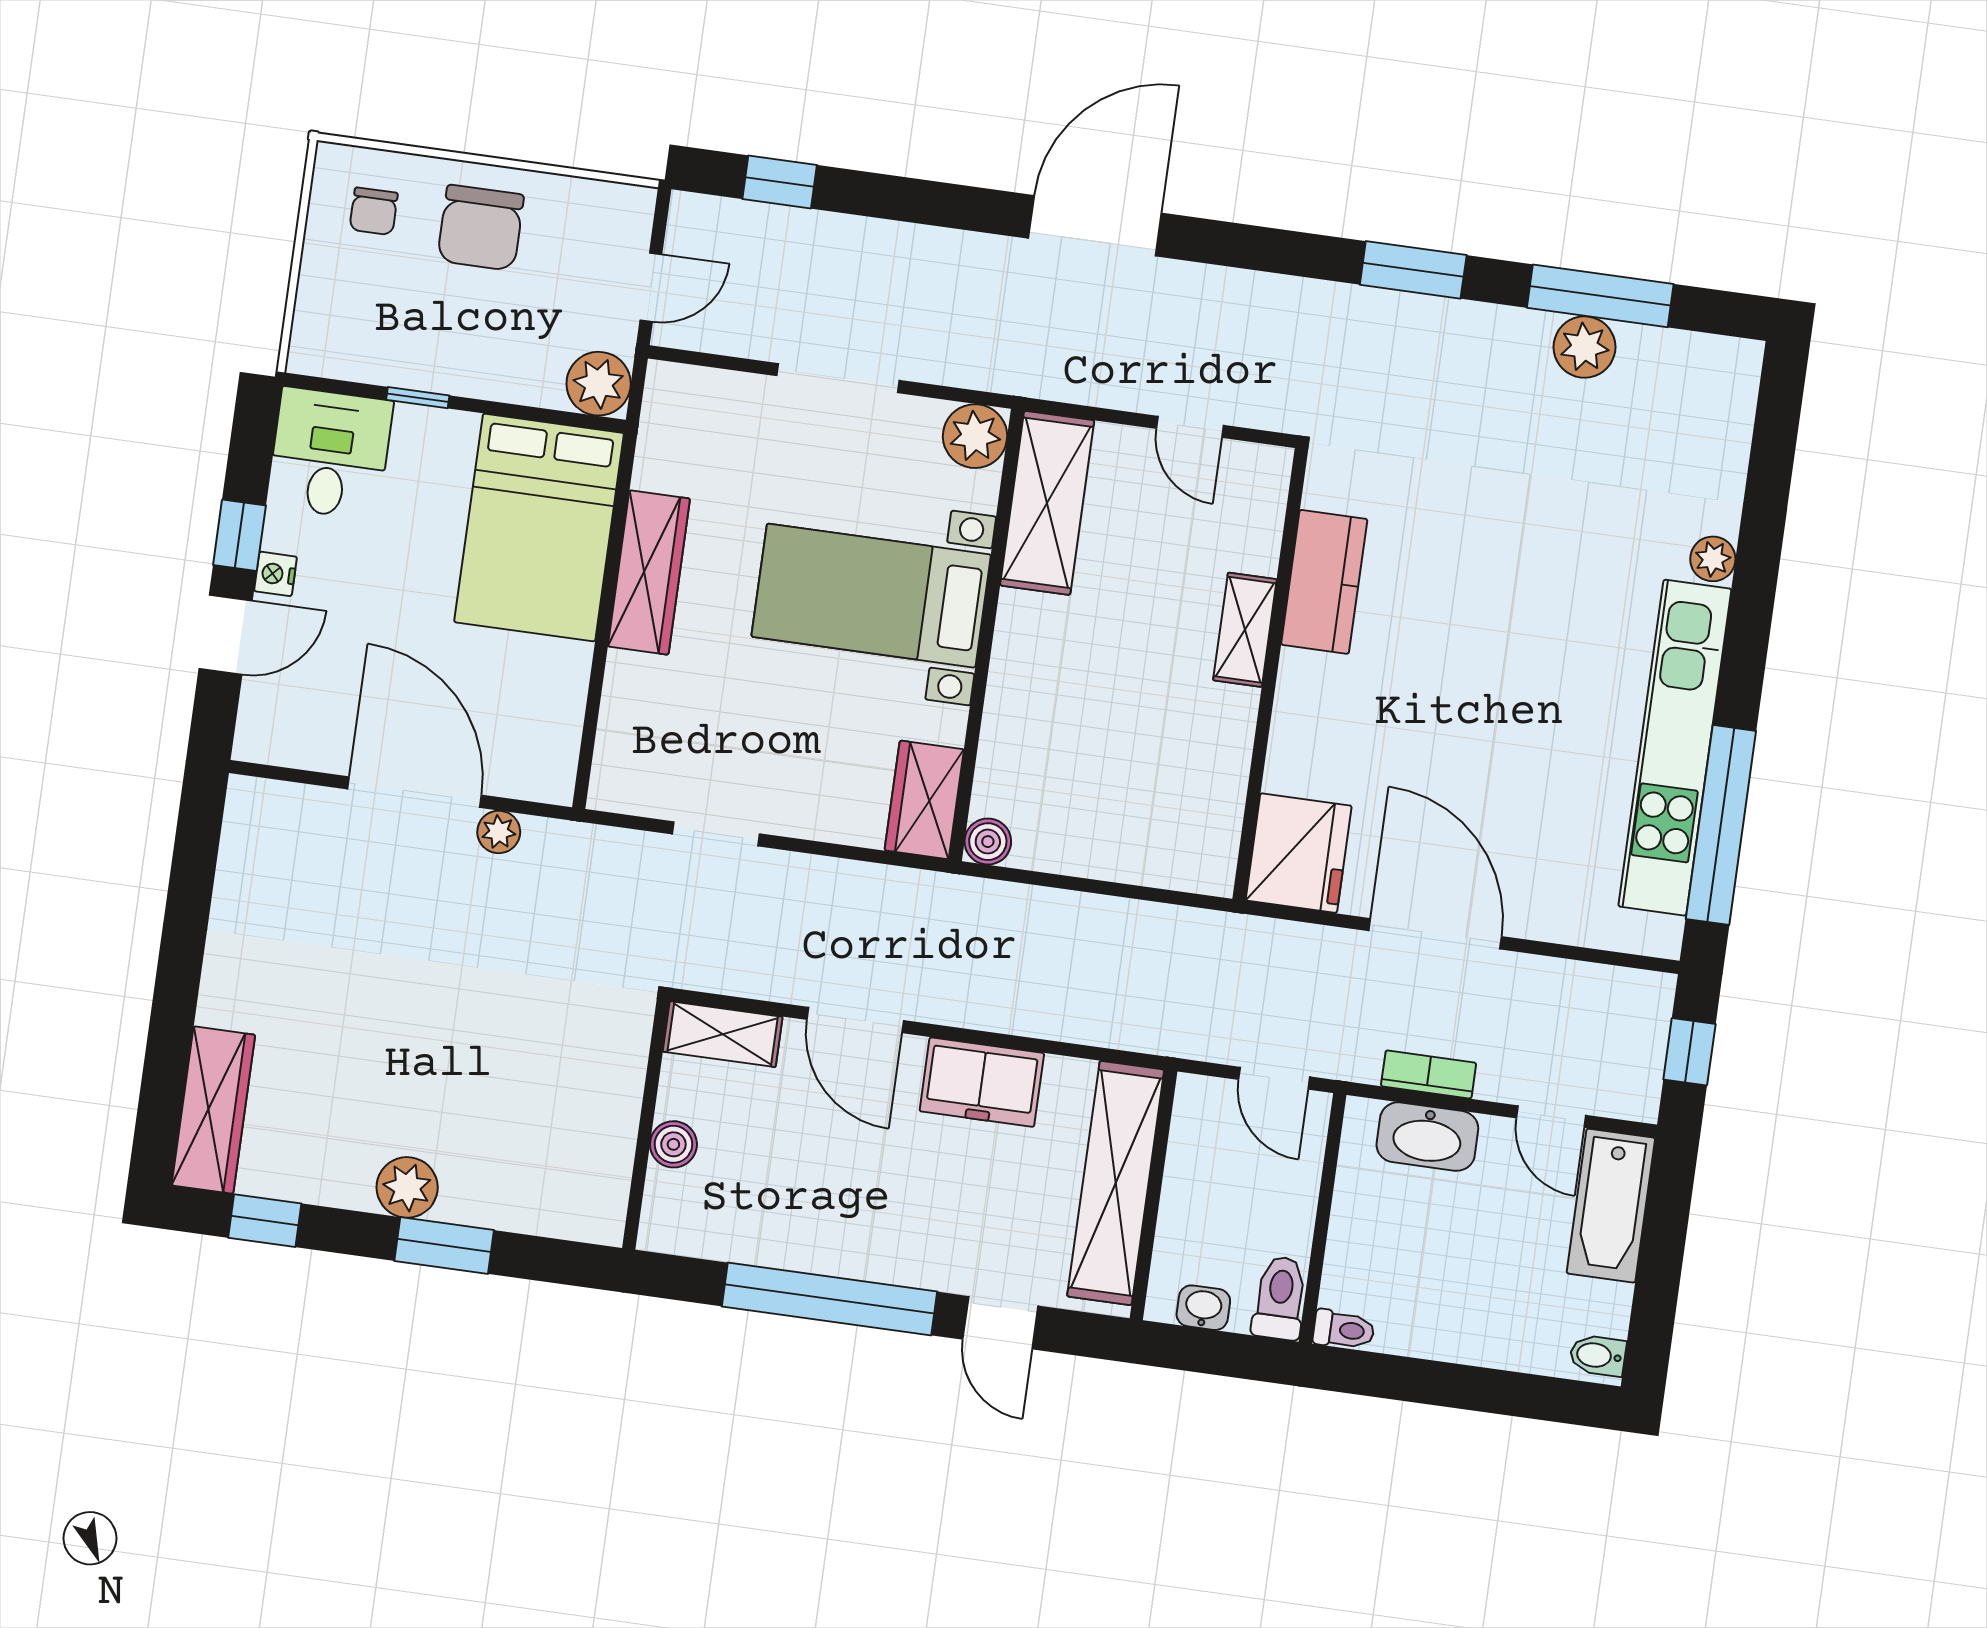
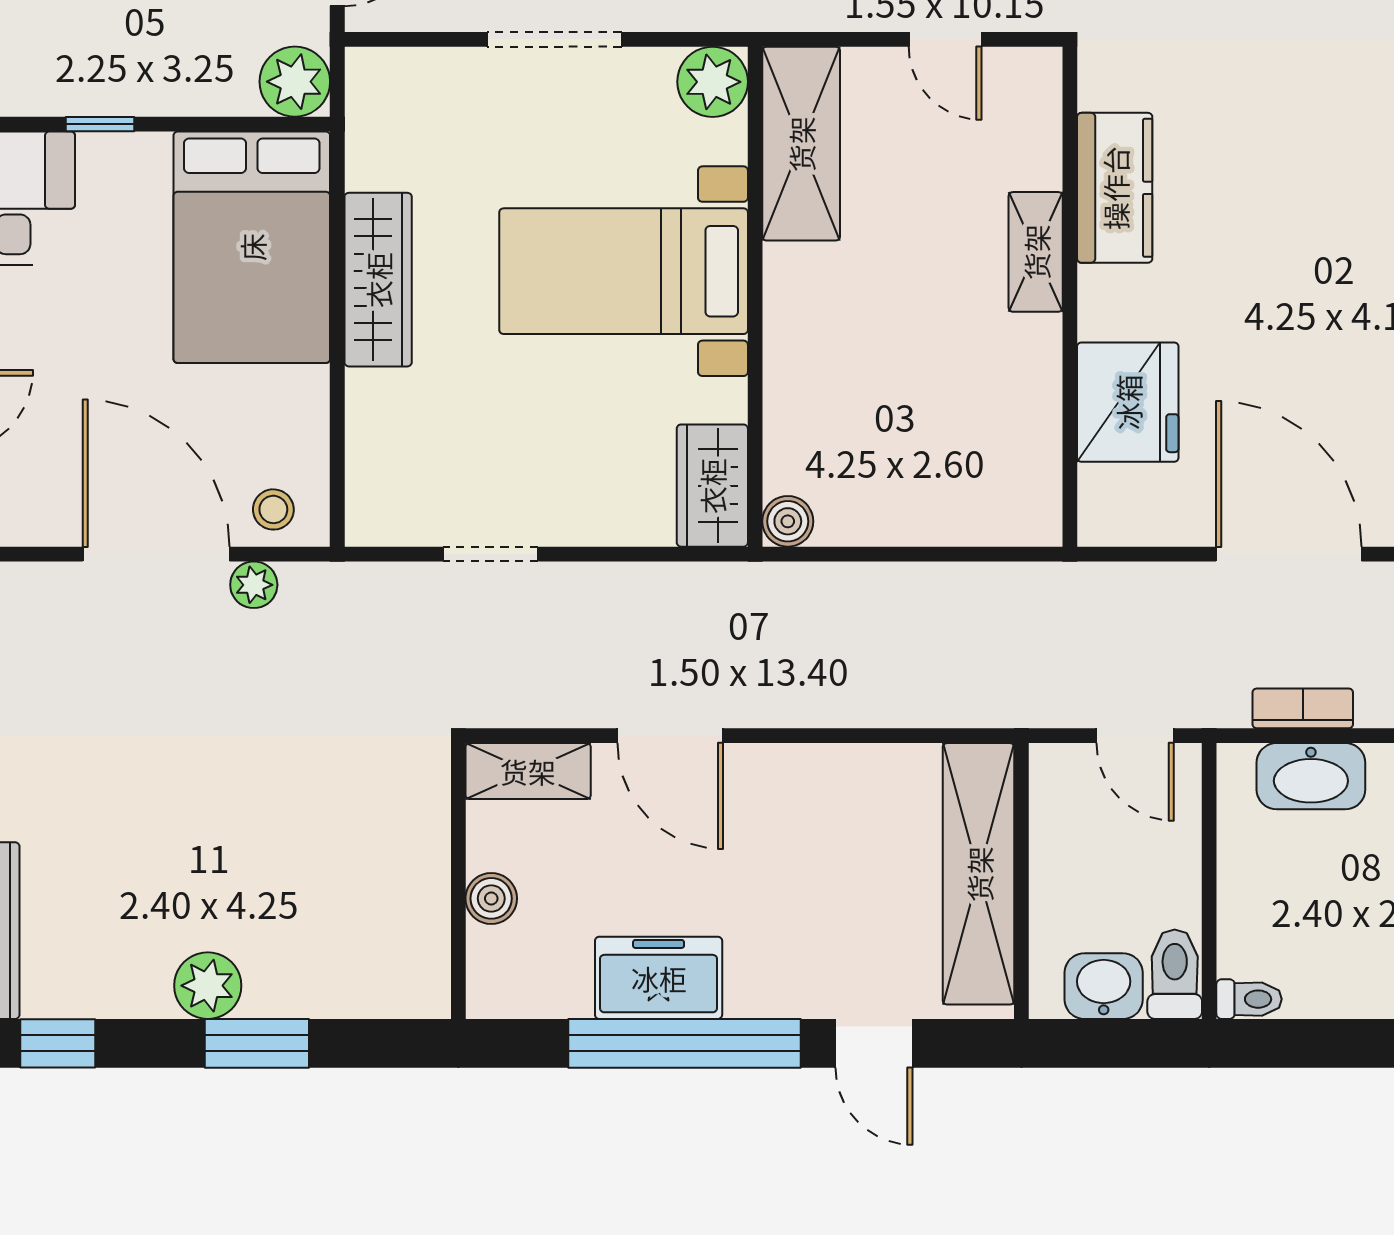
stool: (526, 767) -> (273, 509), added
fridge: (1299, 853) -> (1128, 402), moved
freezer: (982, 1082) -> (659, 978), moved, turned 180
washbasin: (1203, 1308) -> (1104, 986), width x1.38, depth x1.45

